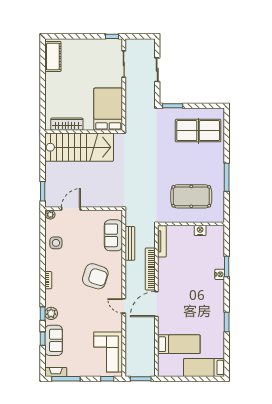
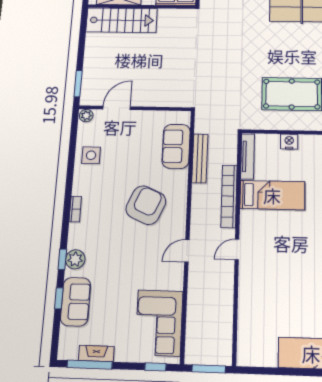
stairs: (79, 147) -> (122, 20), width x0.73, depth x0.66
nightstand: (200, 230) -> (289, 142), moved
armchair: (95, 276) -> (146, 205), turned -84
door: (156, 304) -> (237, 249), width x0.53
door: (124, 306) -> (187, 251), hinge flipped
bed: (179, 344) -> (272, 195), moved
fireplace: (56, 372) -> (96, 353), moved

